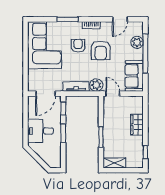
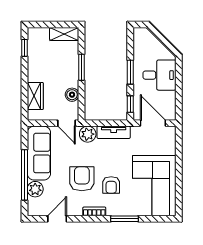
sofa: (134, 76) -> (39, 153), width x1.36
door: (46, 94) -> (153, 123), hinge flipped
boiler: (108, 116) -> (72, 95), added
wardrobe: (137, 125) -> (35, 96), moved

